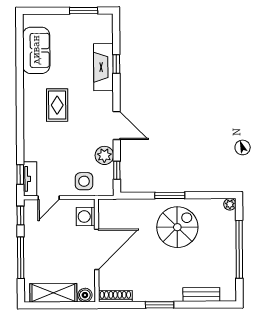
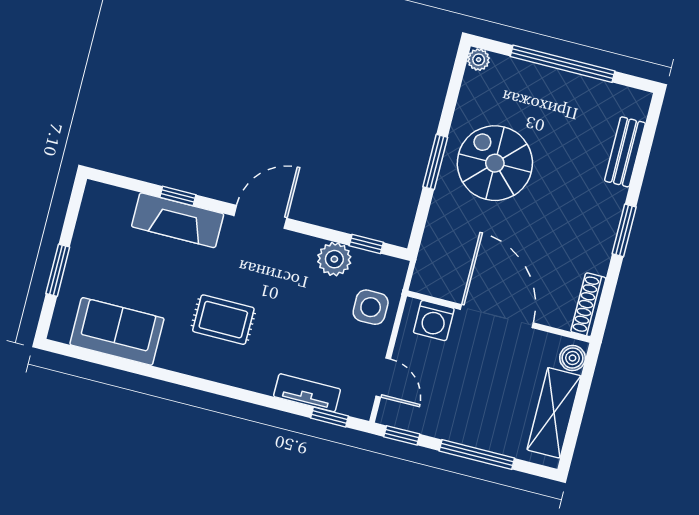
window: (84, 11) -> (58, 270), moved
door: (117, 125) -> (260, 217), moved
tv unit: (30, 179) -> (307, 393), moved

